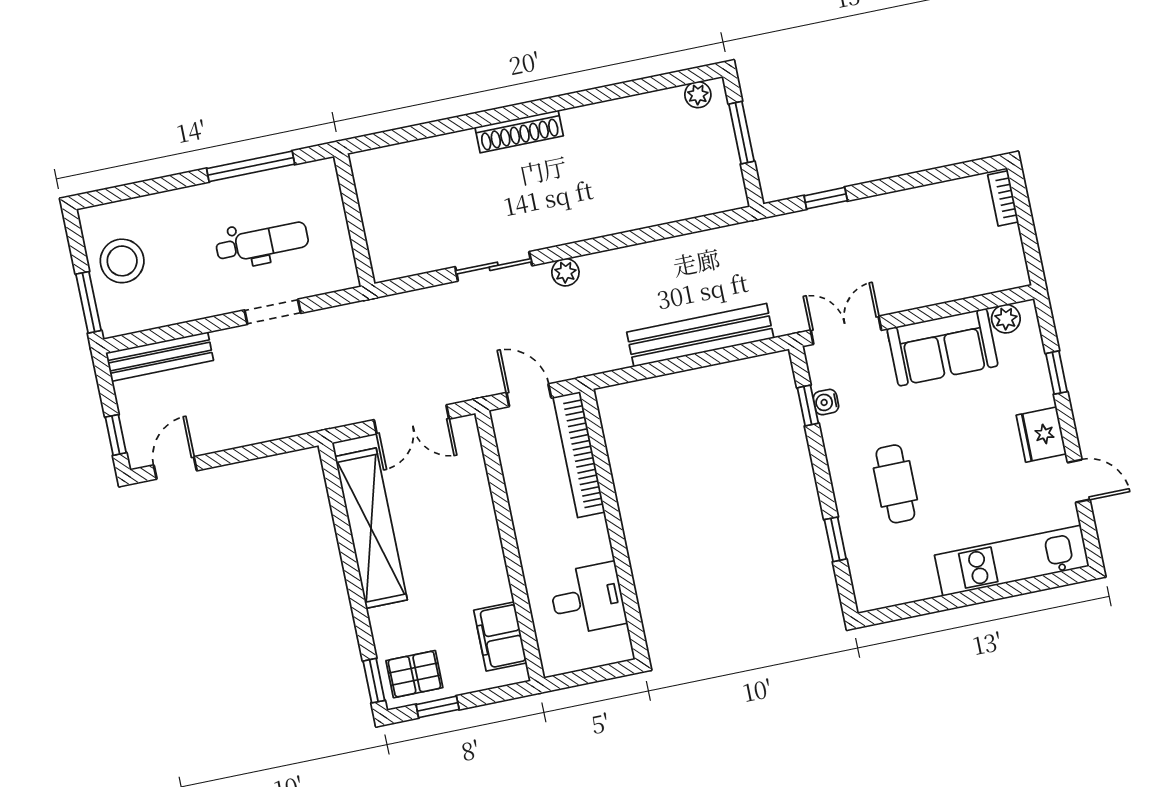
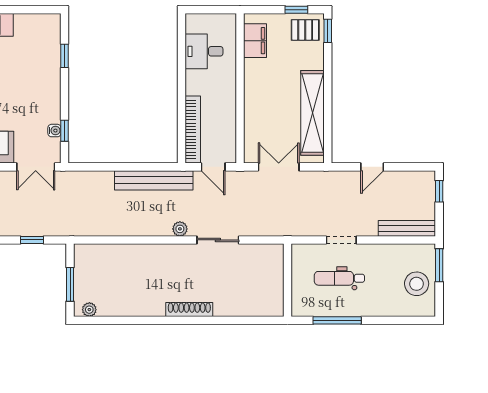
bench: (700, 335) -> (154, 180), moved
door: (175, 468) -> (372, 167), moved
cafe table: (895, 484) -> (26, 79), removed

